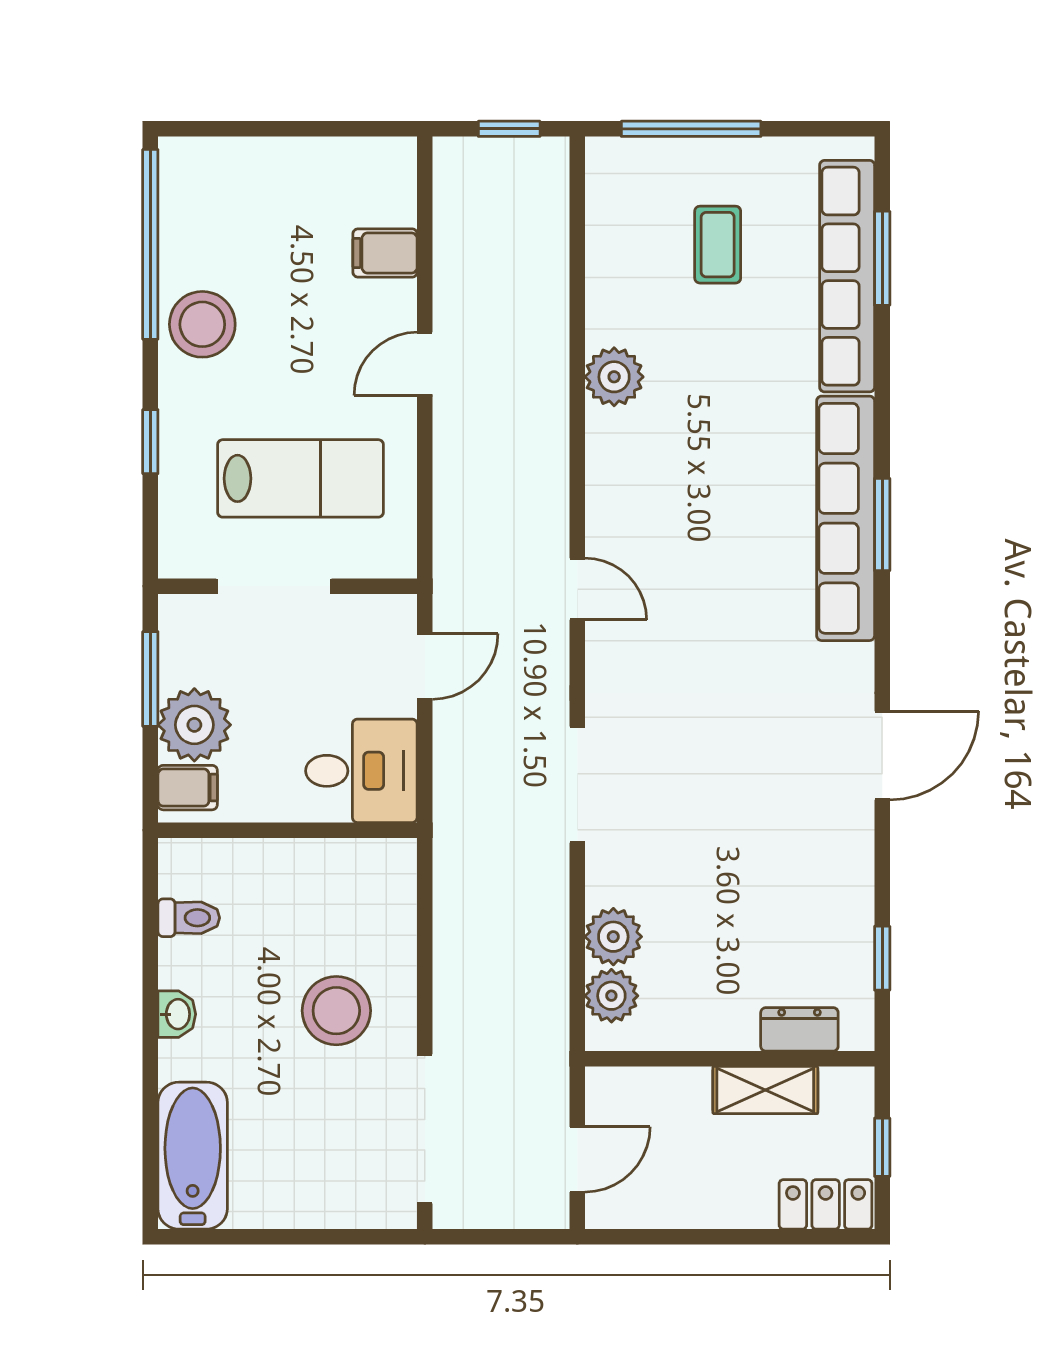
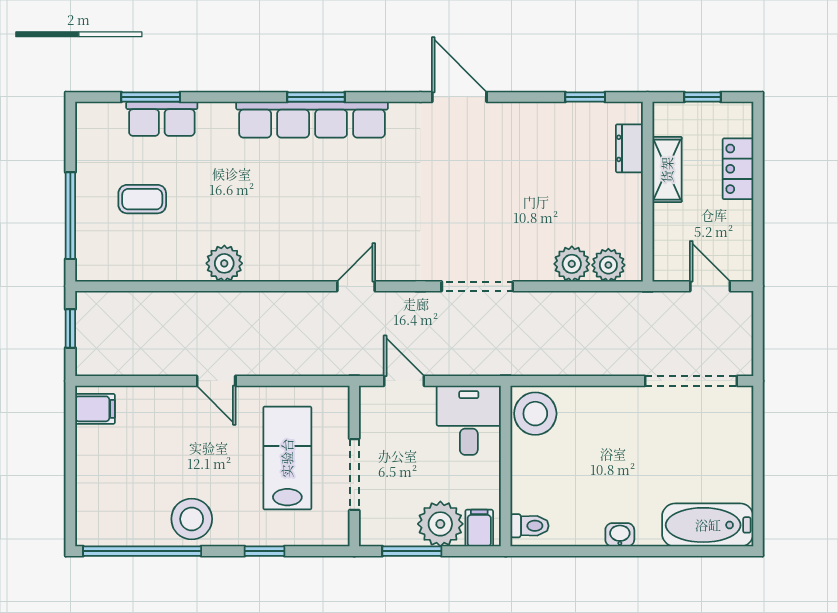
filing cabinet: (385, 253) -> (95, 409), moved, turned -90
row of seats: (847, 276) -> (162, 119), width x0.50
toilet: (189, 918) -> (529, 526), moved, turned 90
stool: (336, 1011) -> (535, 414), moved
locker: (826, 1204) -> (738, 169), moved

